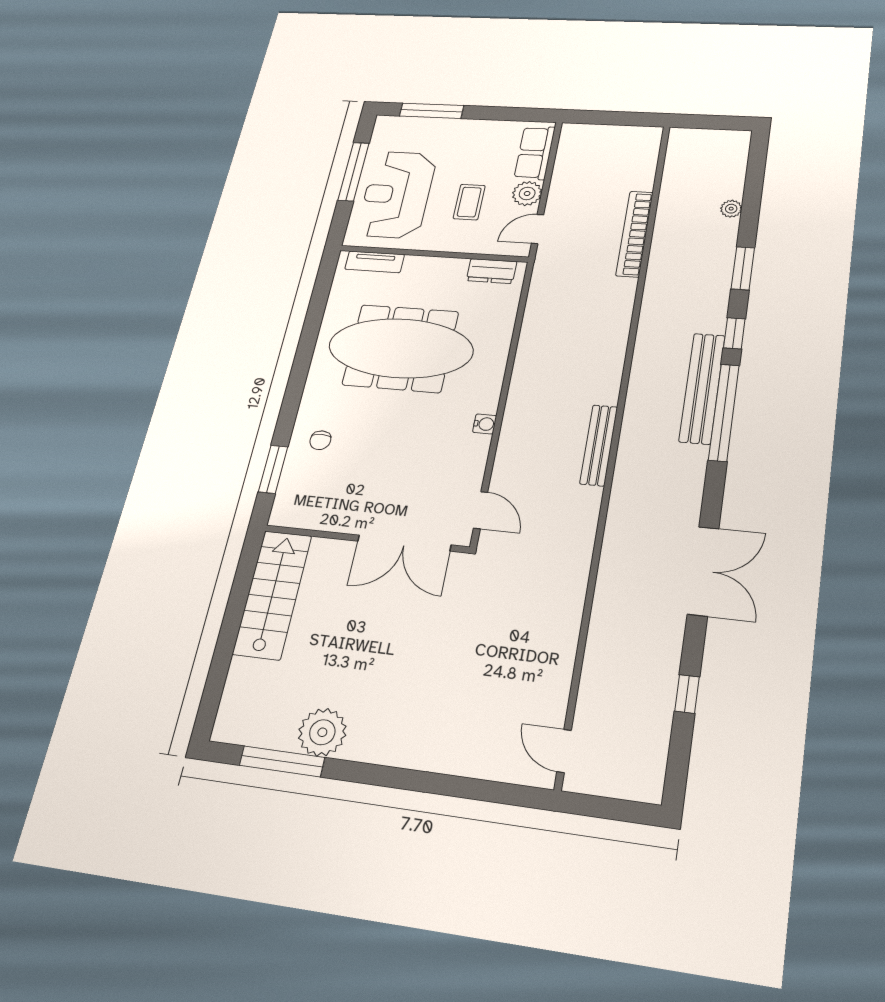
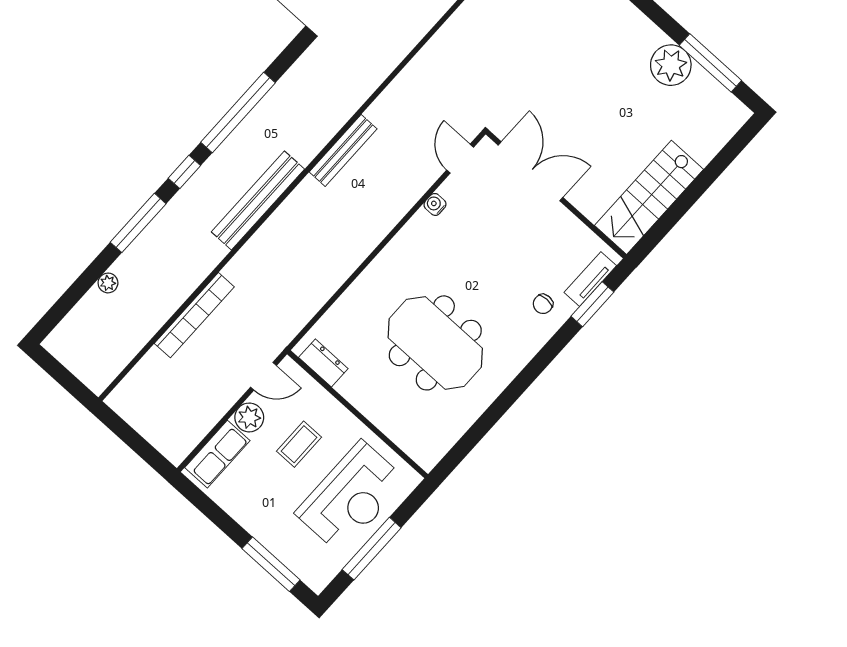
tv unit: (375, 262) -> (590, 279), moved, turned -90
window: (743, 268) -> (138, 223), width x1.44
meeting table: (401, 348) -> (435, 343), width x0.73
bench: (702, 388) -> (258, 200), moved
water cooler: (485, 424) -> (435, 204), moved
chair: (320, 440) -> (543, 304), turned 180

